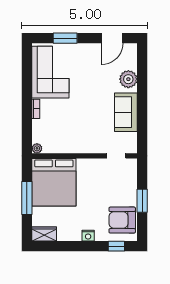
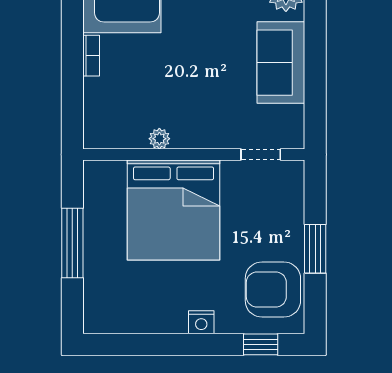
plant: (37, 148) -> (159, 139), moved
bed: (54, 182) -> (174, 210), moved
wardrobe: (44, 234) -> (109, 319), removed

